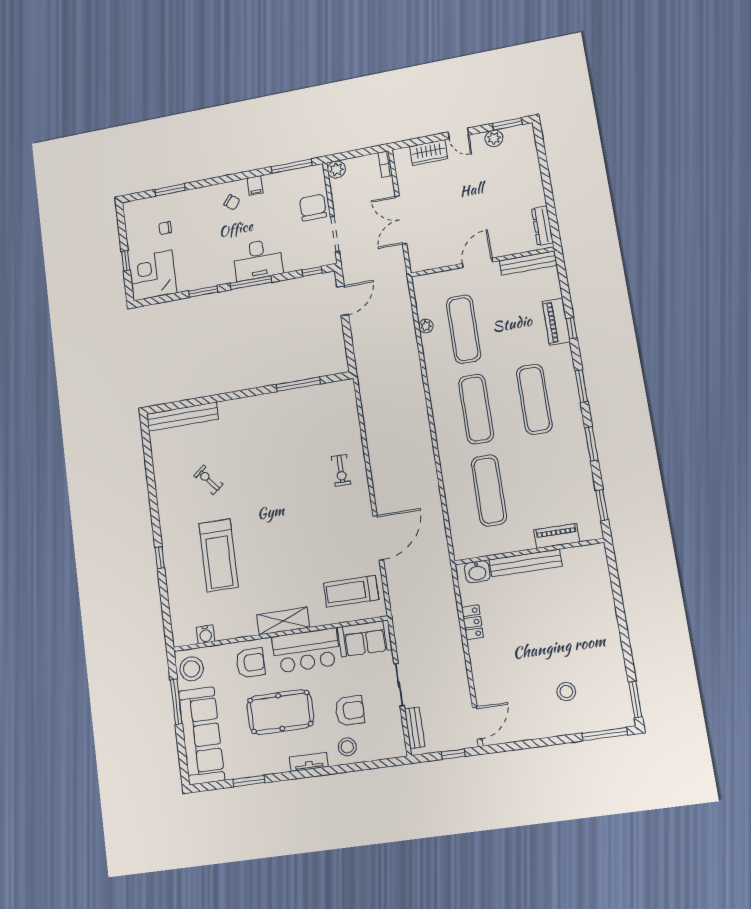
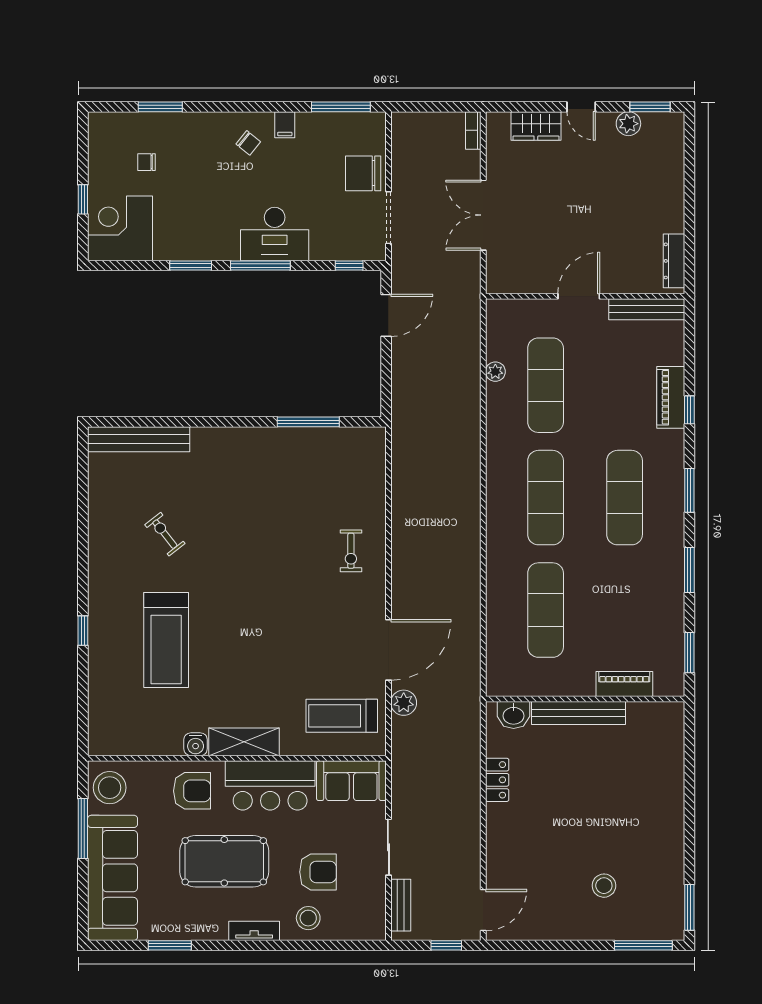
plant: (336, 169) -> (404, 703), moved
chair: (313, 207) -> (363, 173), turned -90
water cooler: (206, 634) -> (196, 744), moved

